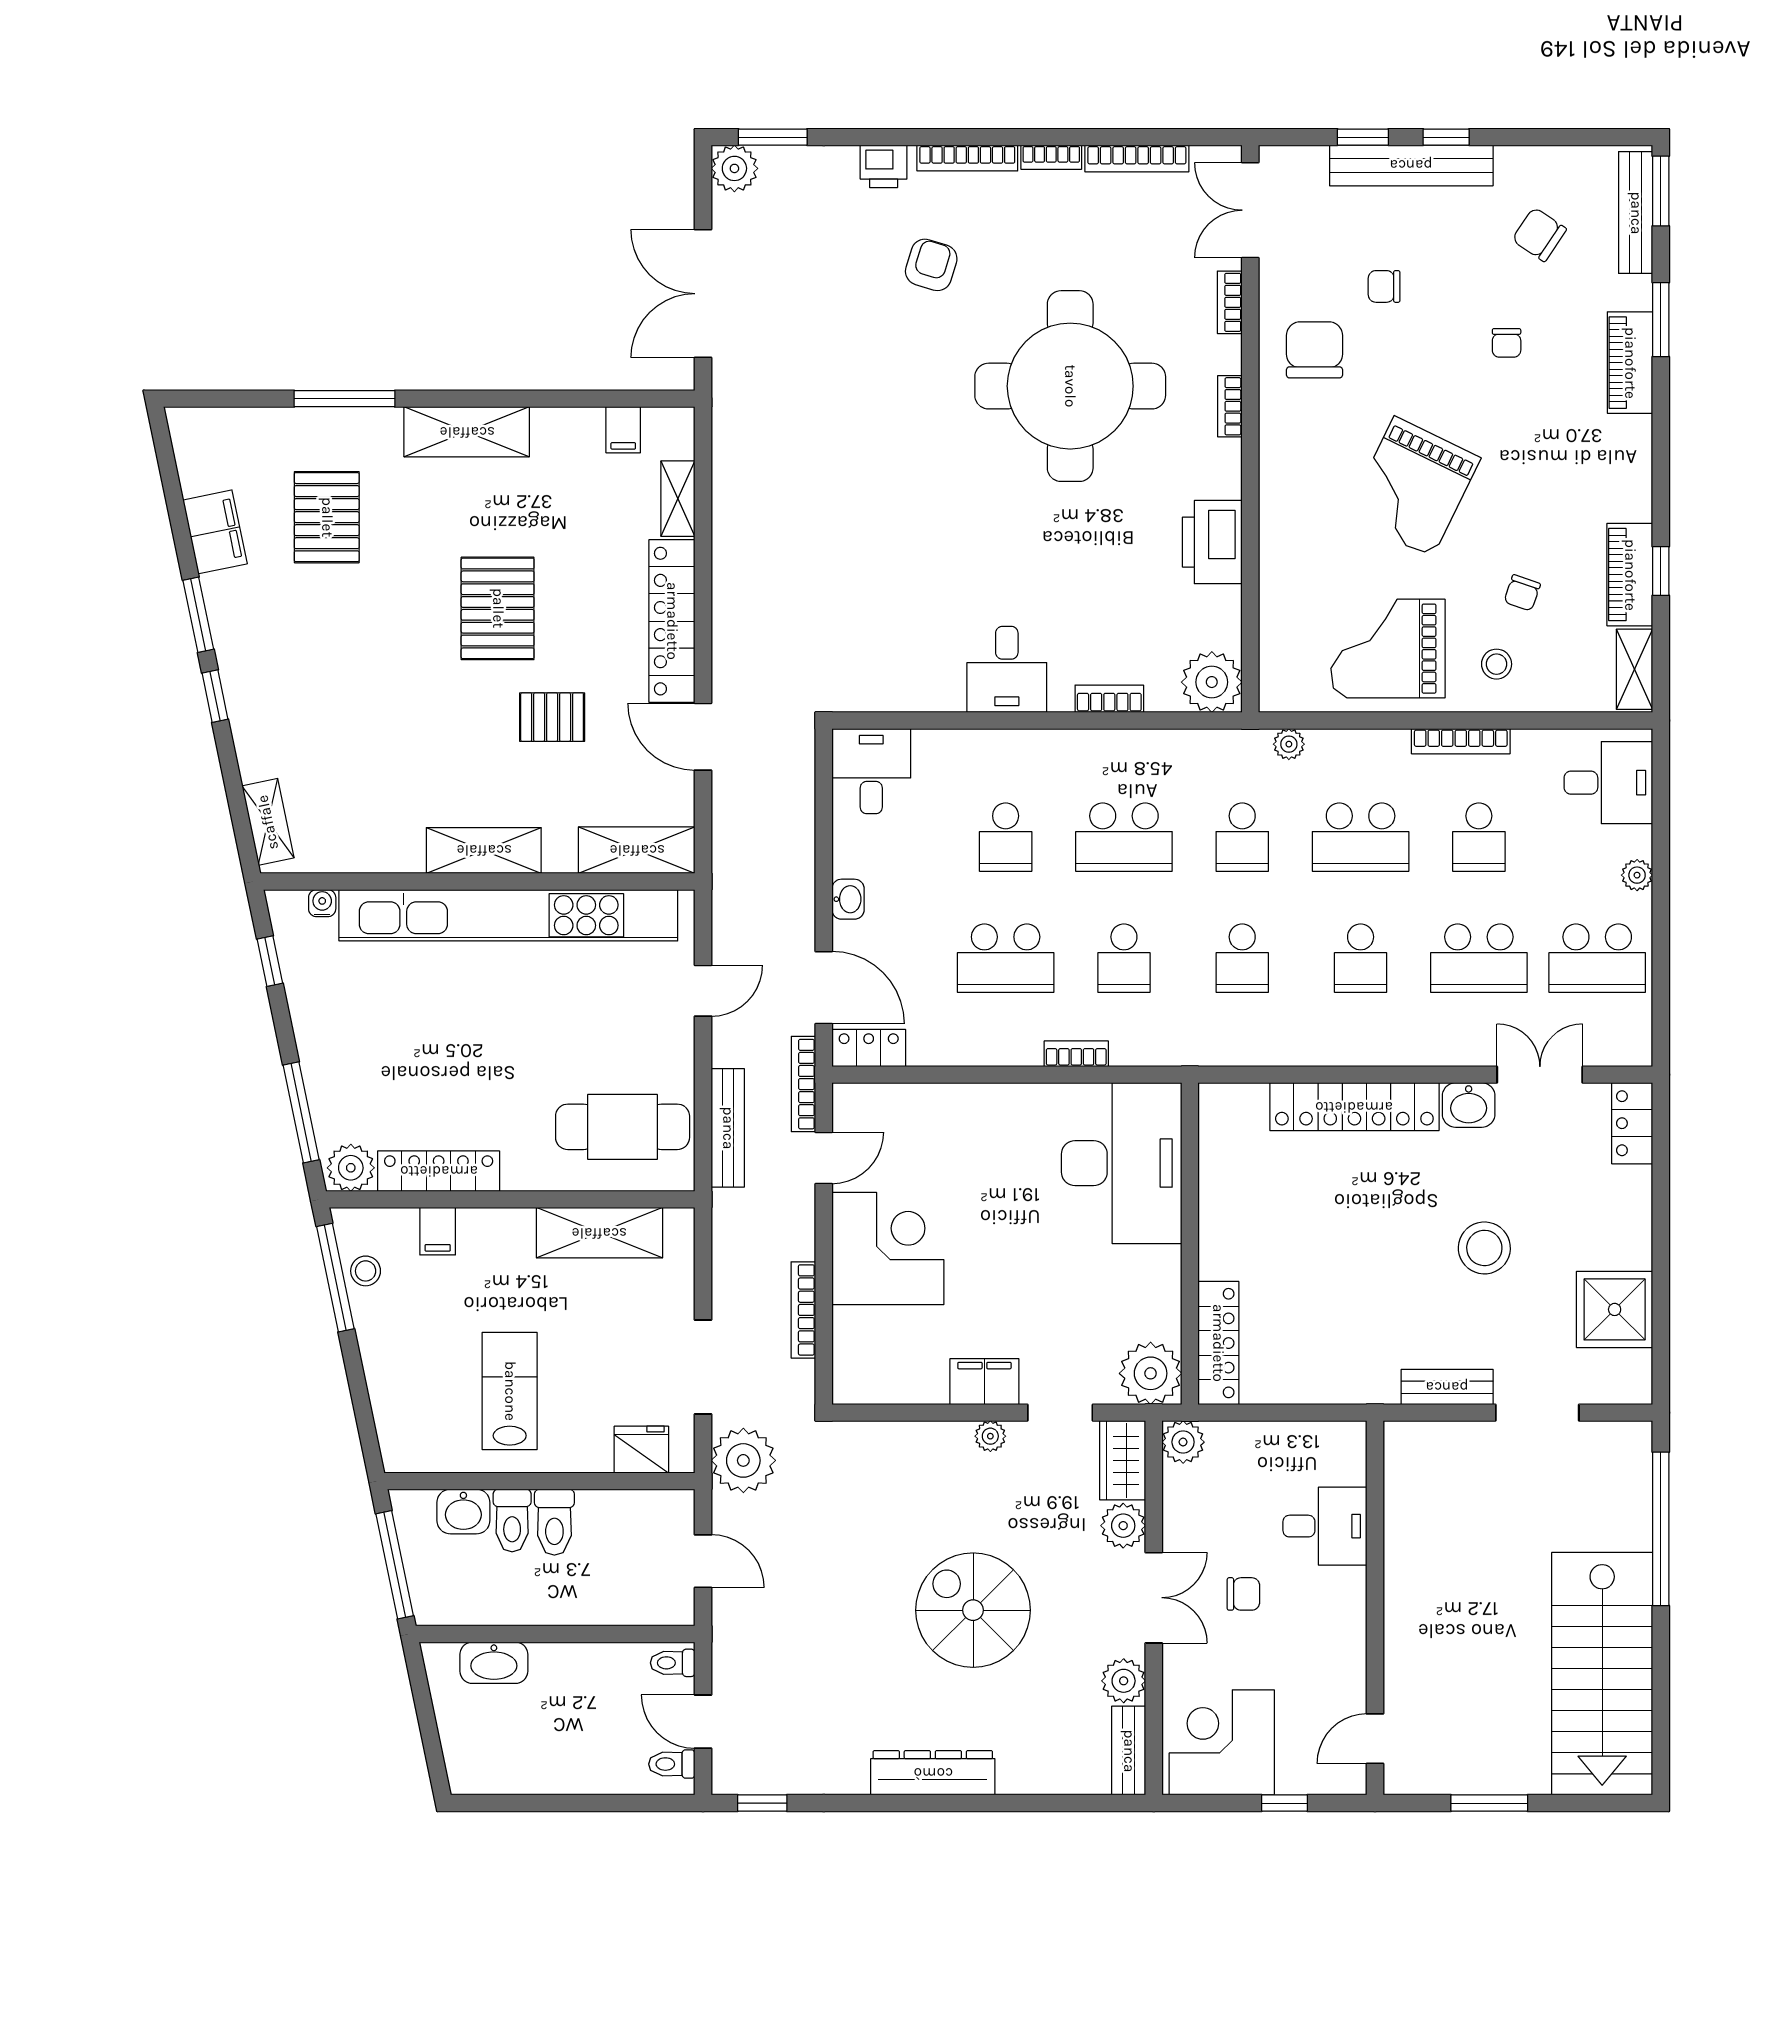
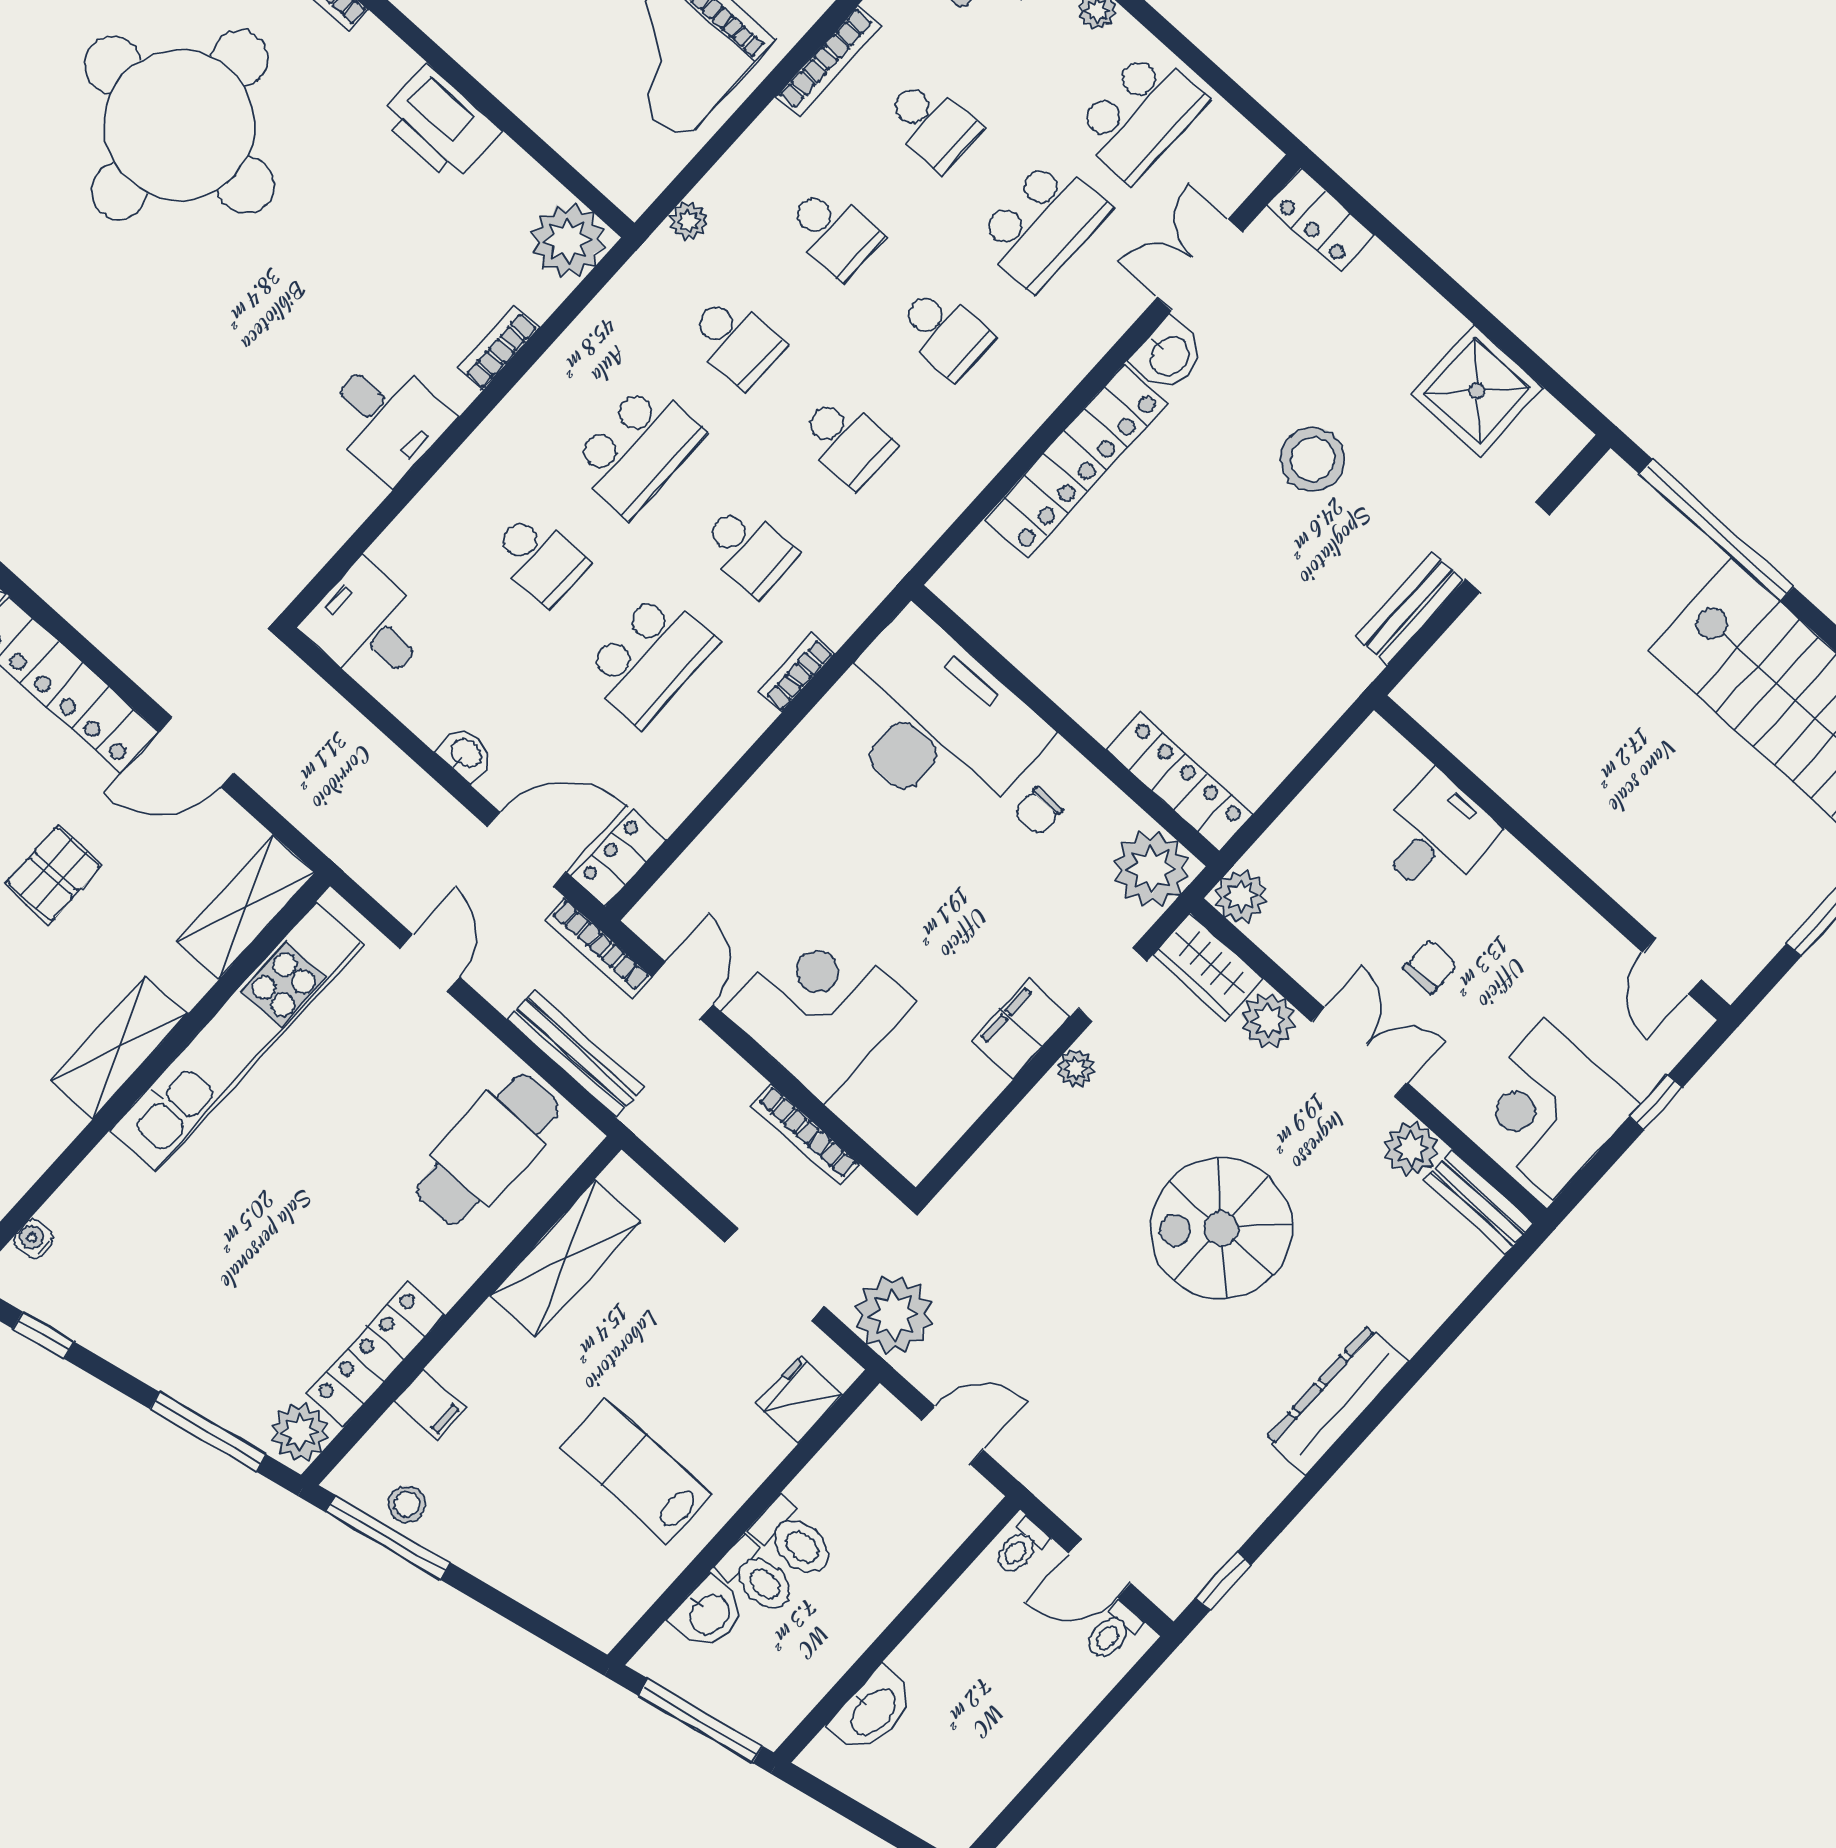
school desk: (1361, 837) -> (833, 232), width x0.54
kitchen unit: (508, 915) -> (236, 1037), width x0.73
chair: (1124, 1274) -> (1038, 811), added

